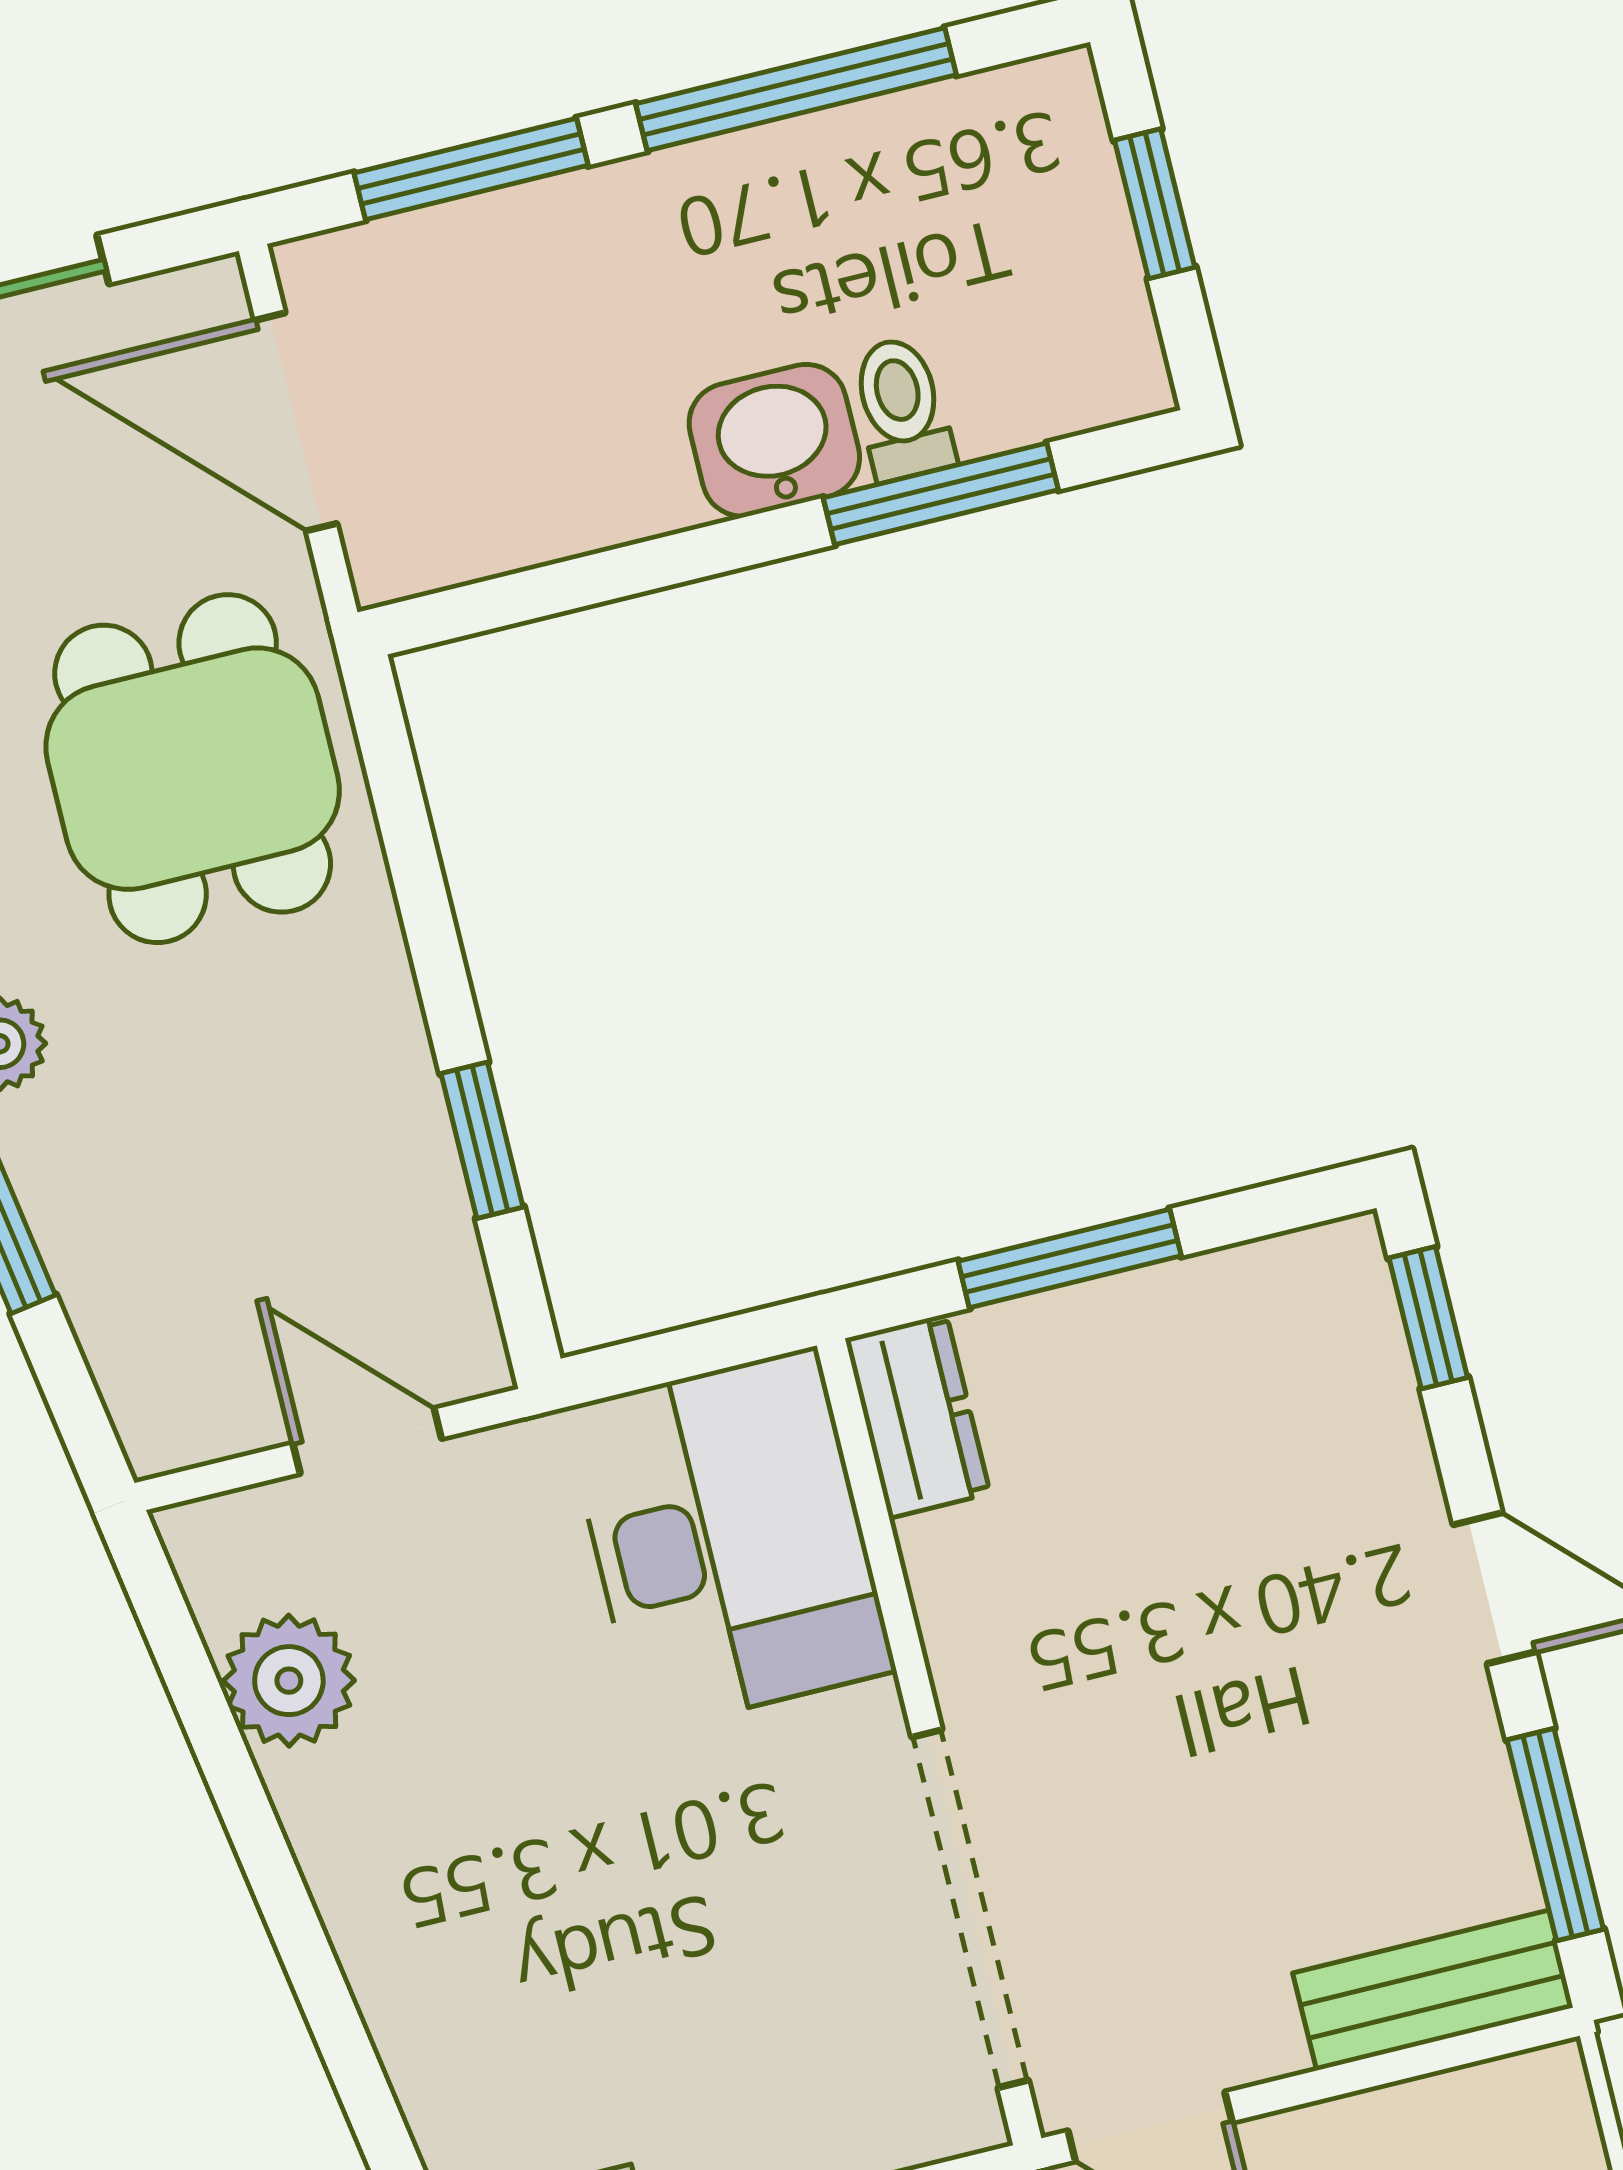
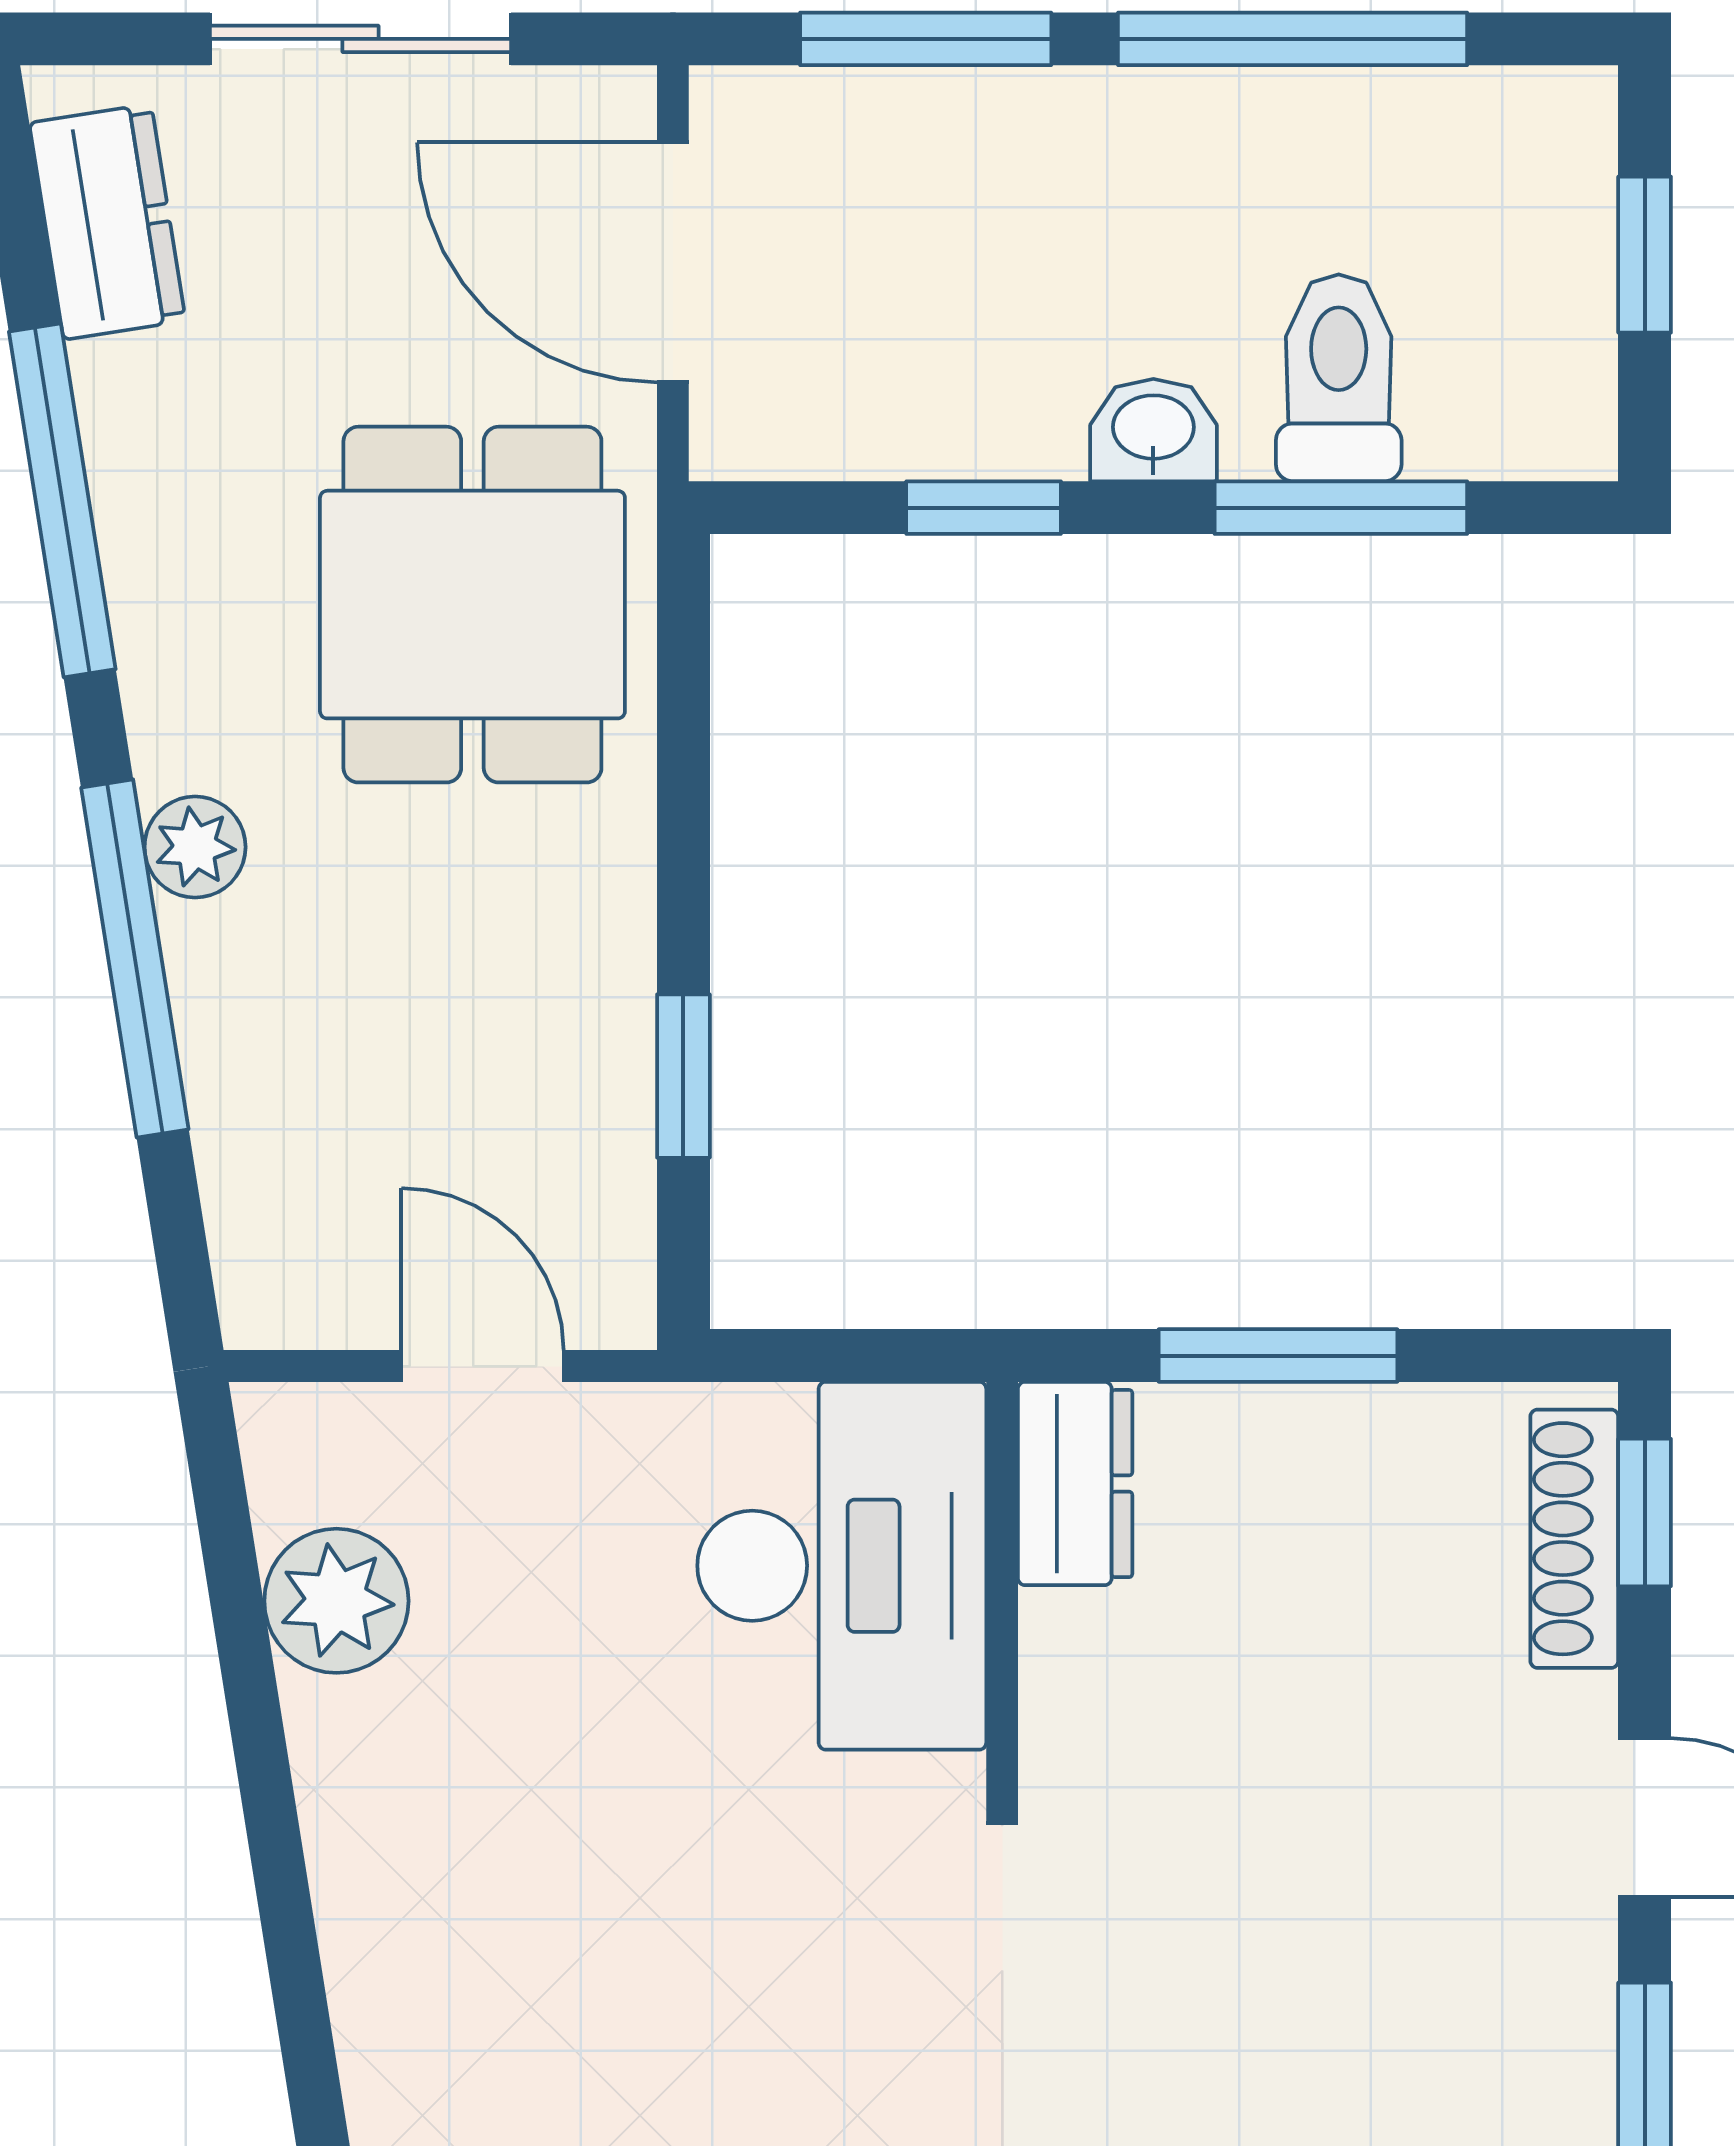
toilet: (902, 409) -> (1339, 378), width x1.37, depth x1.39
washbasin: (774, 440) -> (1153, 430), width x0.72, depth x0.69
window: (624, 572) -> (984, 508), added
shoe rack: (1372, 1356) -> (1574, 1539), added

